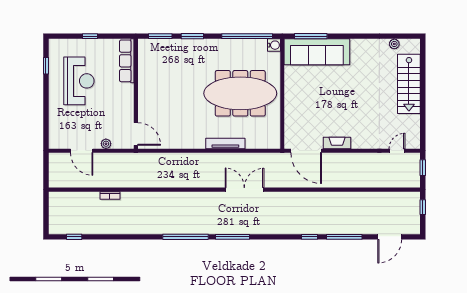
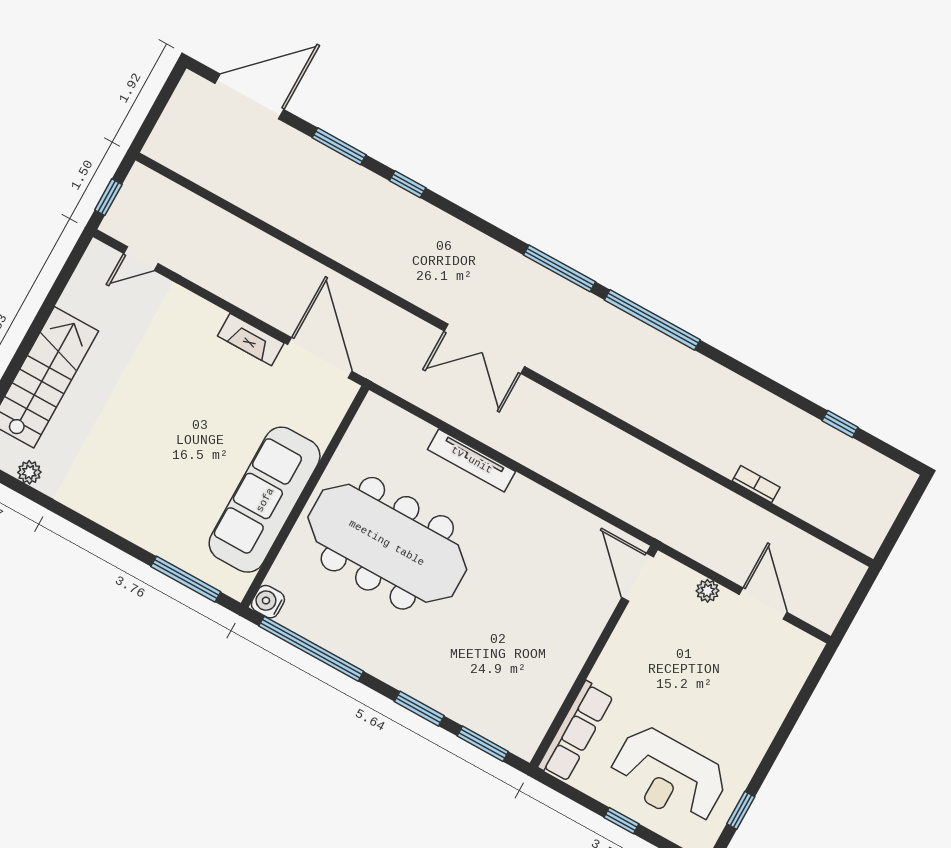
sofa: (317, 52) -> (265, 500), moved, turned -90
reception desk: (79, 81) -> (669, 776), moved, turned -90
window: (423, 207) -> (152, 119), removed
window: (74, 237) -> (840, 424), moved
window: (344, 237) -> (339, 146), width x0.69
door: (390, 237) -> (249, 97), width x1.36

